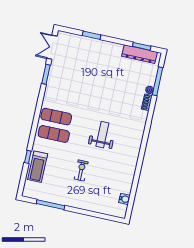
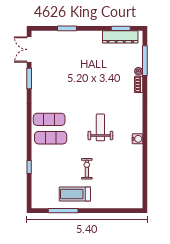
treadmill: (38, 167) -> (75, 194), moved, turned 90
water cooler: (124, 199) -> (137, 139), moved

